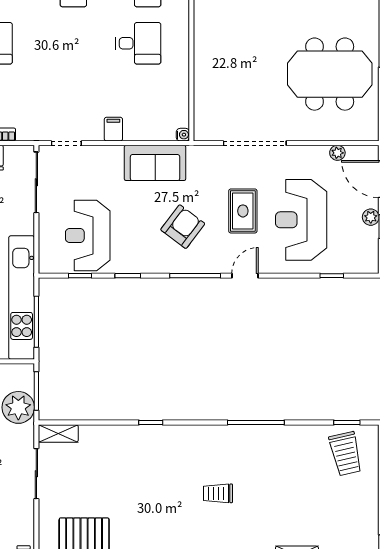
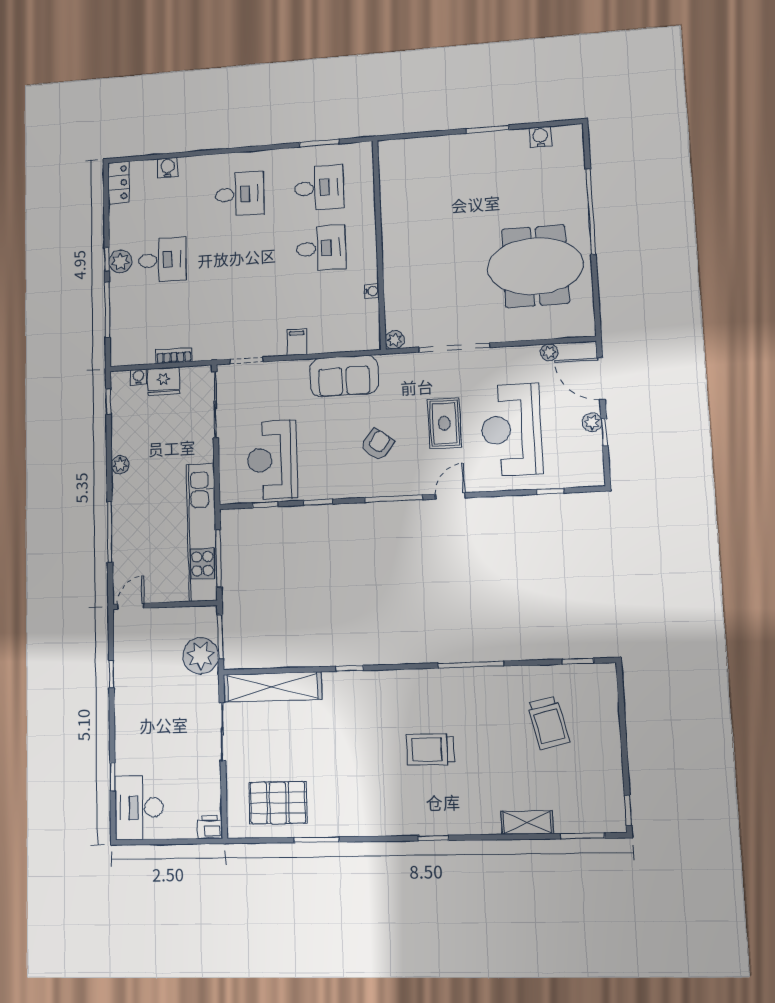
plant: (202, 133) -> (395, 340), added
water cooler: (183, 135) -> (372, 291), moved
armchair: (183, 227) -> (377, 444), width x0.72, depth x0.72
shelving: (58, 433) -> (272, 687), width x2.20, depth x1.33
trolley: (346, 454) -> (548, 723), moved
trolley: (218, 493) -> (430, 749), width x1.36, depth x1.39

